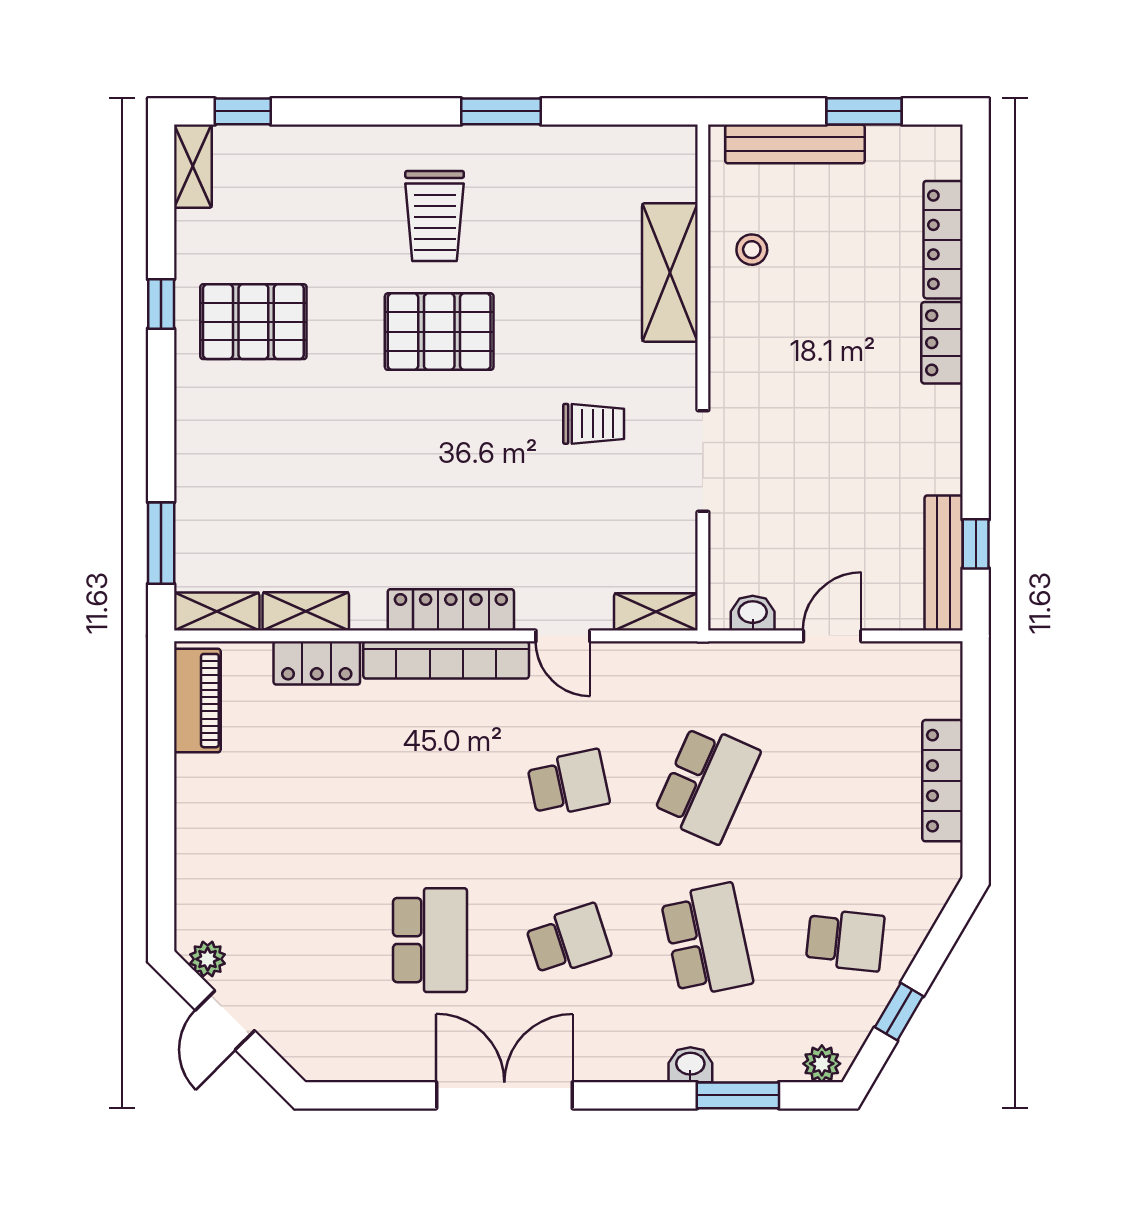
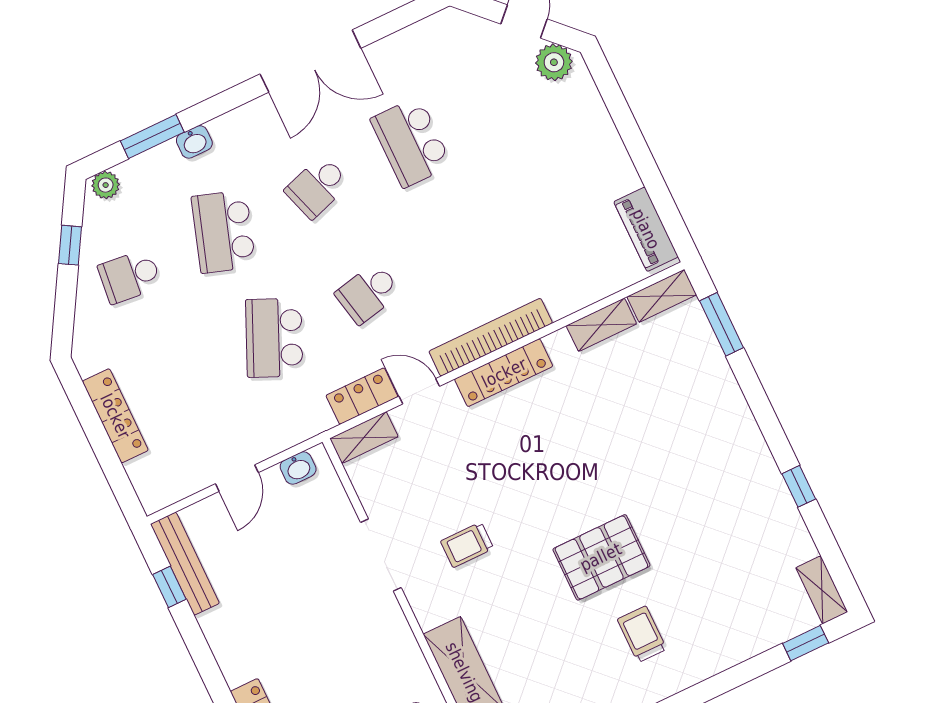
trolley: (435, 216) -> (642, 634), width x0.73, depth x0.72
pallet: (253, 322) -> (731, 504), removed
locker: (317, 663) -> (362, 396), moved
school desk: (707, 940) -> (224, 232), turned 30
plant: (208, 959) -> (554, 62), width x1.38, depth x1.38

